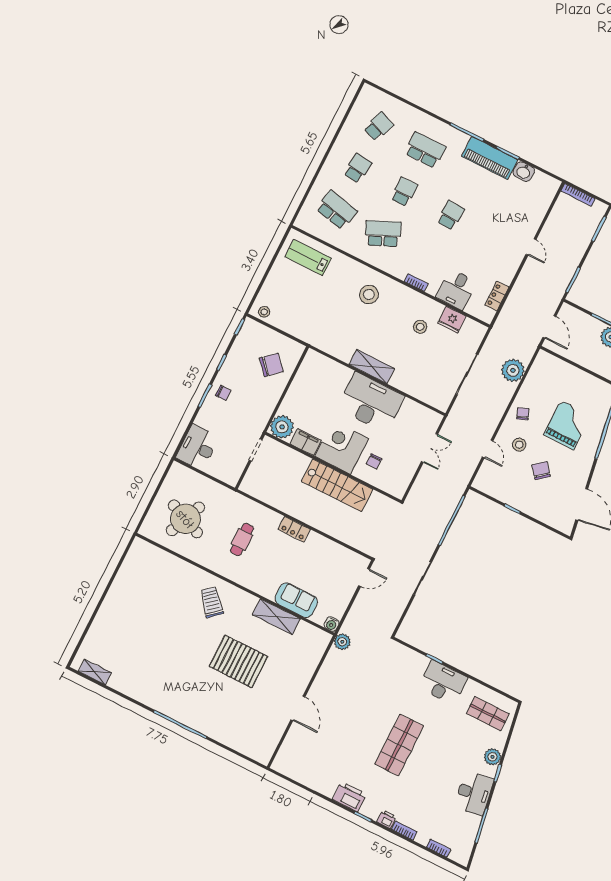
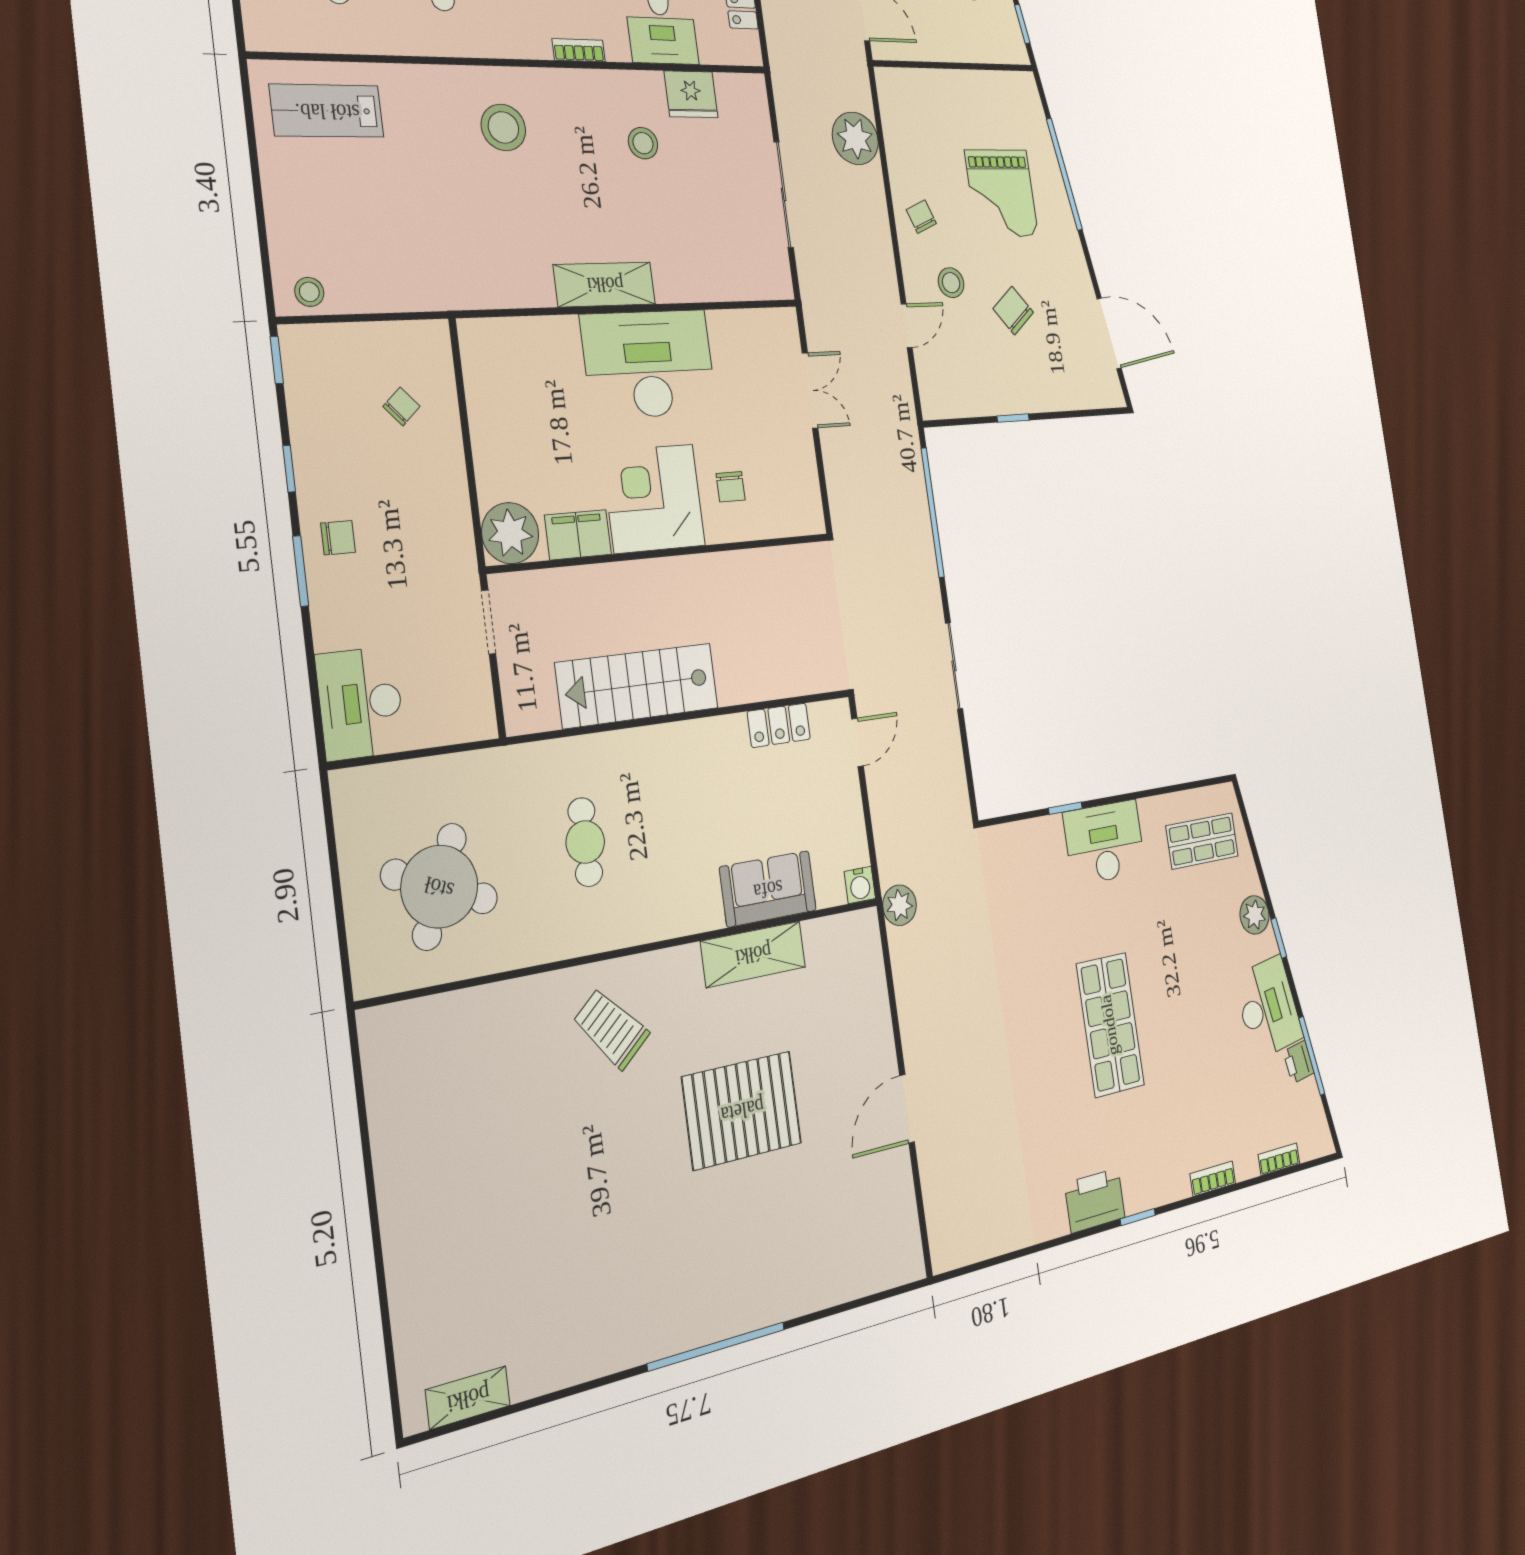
chair: (271, 365) -> (401, 406), width x0.54, depth x0.54
grand piano: (567, 425) -> (1002, 193), turned 180
door: (488, 449) -> (907, 326), hinge flipped
stairs: (337, 485) -> (638, 685), moved, turned 180
locker: (294, 529) -> (779, 725), moved
door: (298, 708) -> (907, 1109), swing flipped
printer: (387, 819) -> (1299, 1062), moved, turned -99

